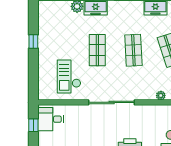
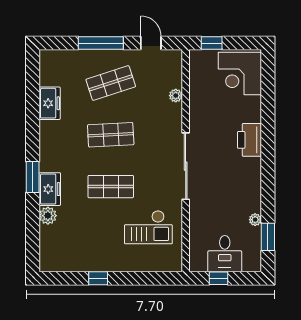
desk: (51, 119) -> (225, 254), moved

